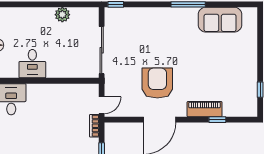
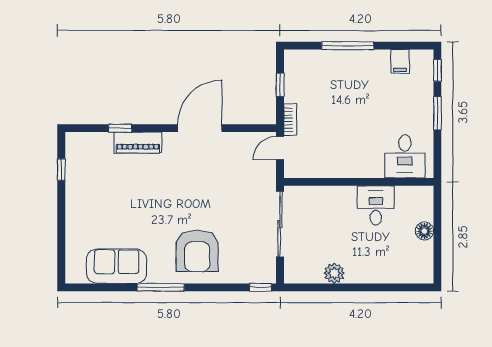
armchair: (157, 83) -> (197, 251), moved

